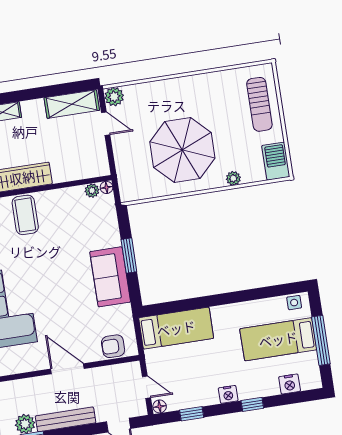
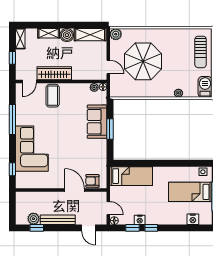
boiler: (33, 111) -> (67, 35), added
door: (106, 124) -> (108, 67), moved
parasol: (182, 150) -> (143, 61), moved
sofa: (110, 277) -> (97, 122), moved
door: (67, 369) -> (74, 190), moved
nightstand: (228, 394) -> (140, 220), moved
window: (252, 404) -> (151, 228), moved

